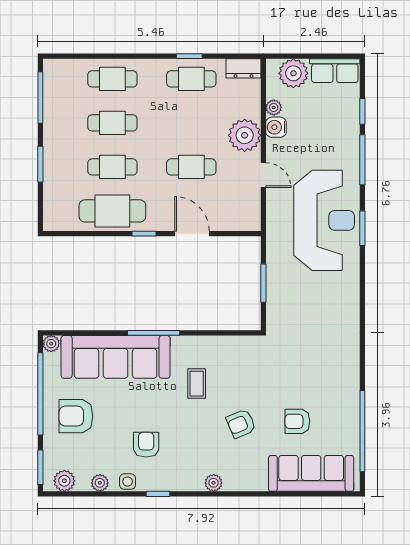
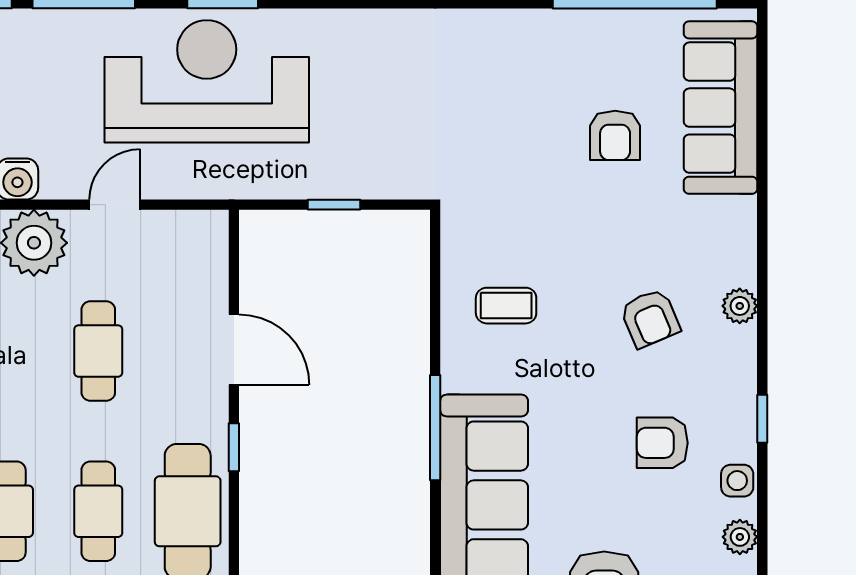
door: (192, 234) -> (234, 350), swing flipped
window: (263, 283) -> (334, 205), width x0.67
coffee table: (197, 384) -> (506, 306), moved
armchair: (241, 424) -> (650, 318), moved

